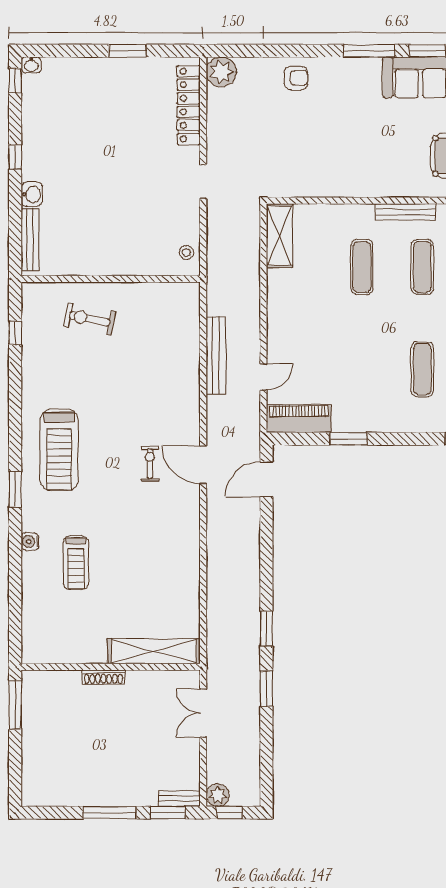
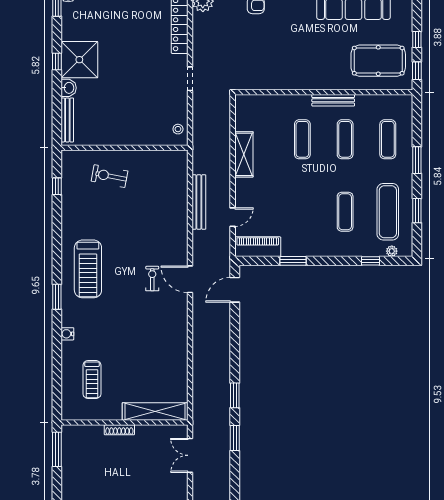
shower: (47, 154) -> (79, 60), added
shelving: (279, 236) -> (244, 154), moved
treadmill: (76, 563) -> (92, 380), moved

